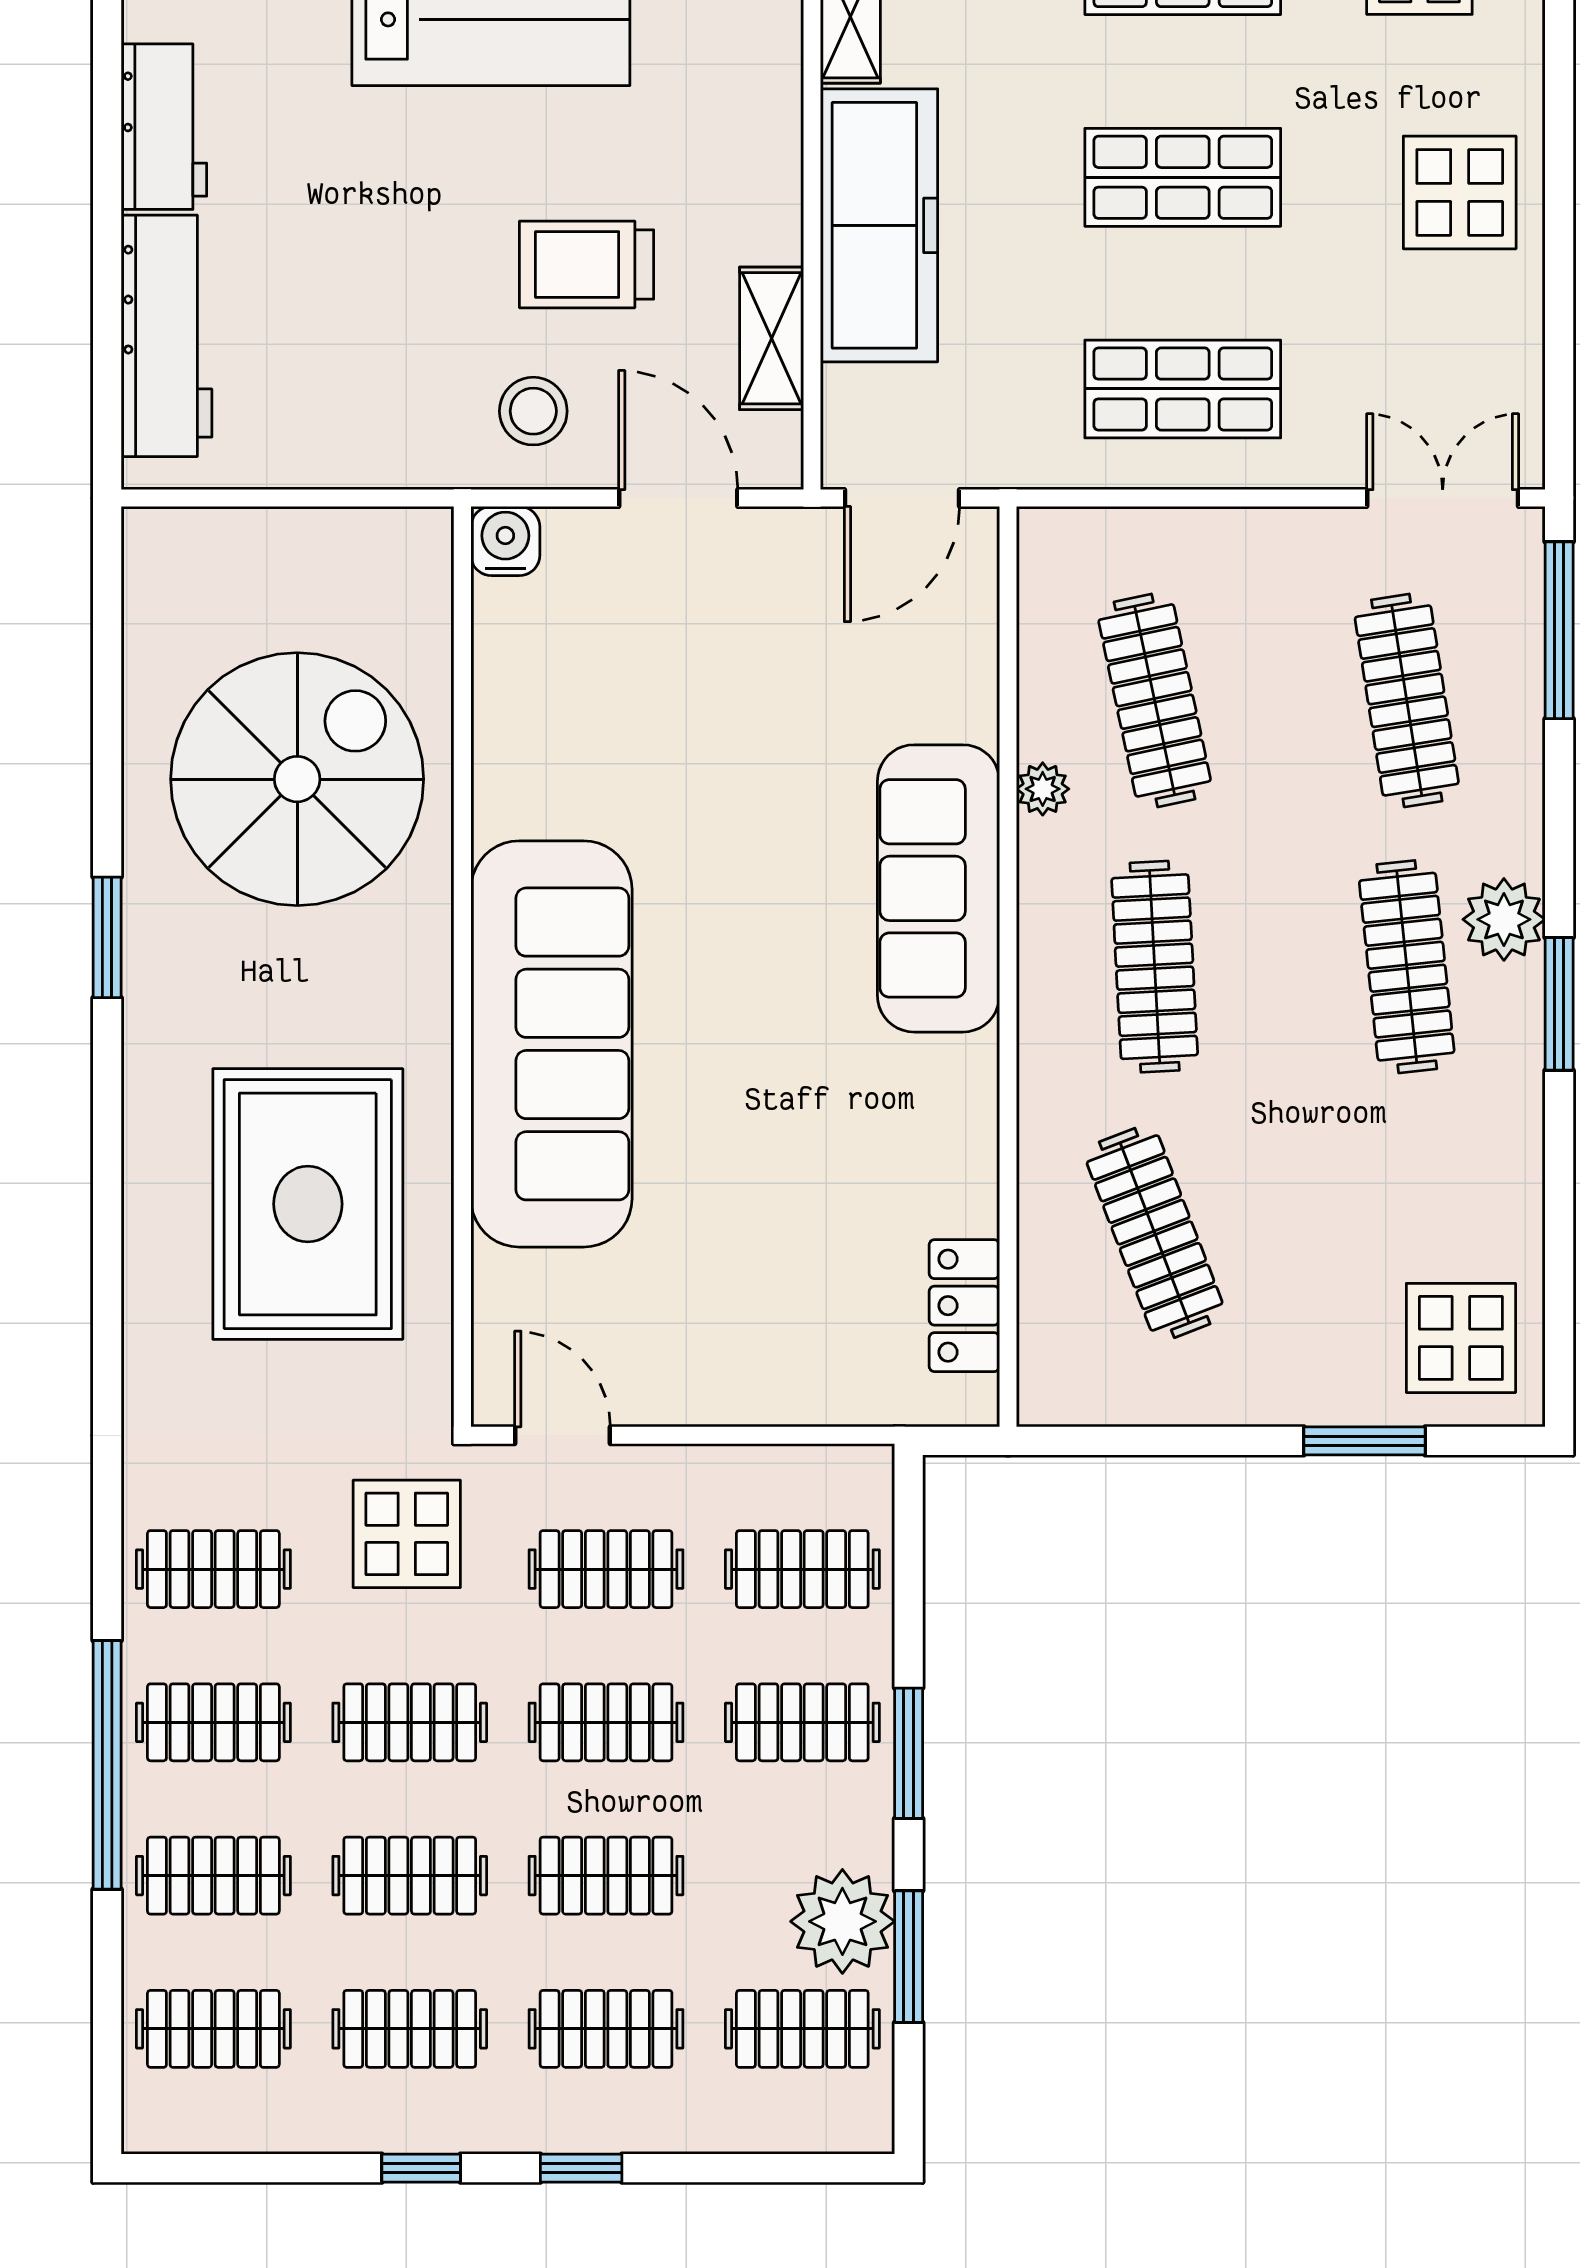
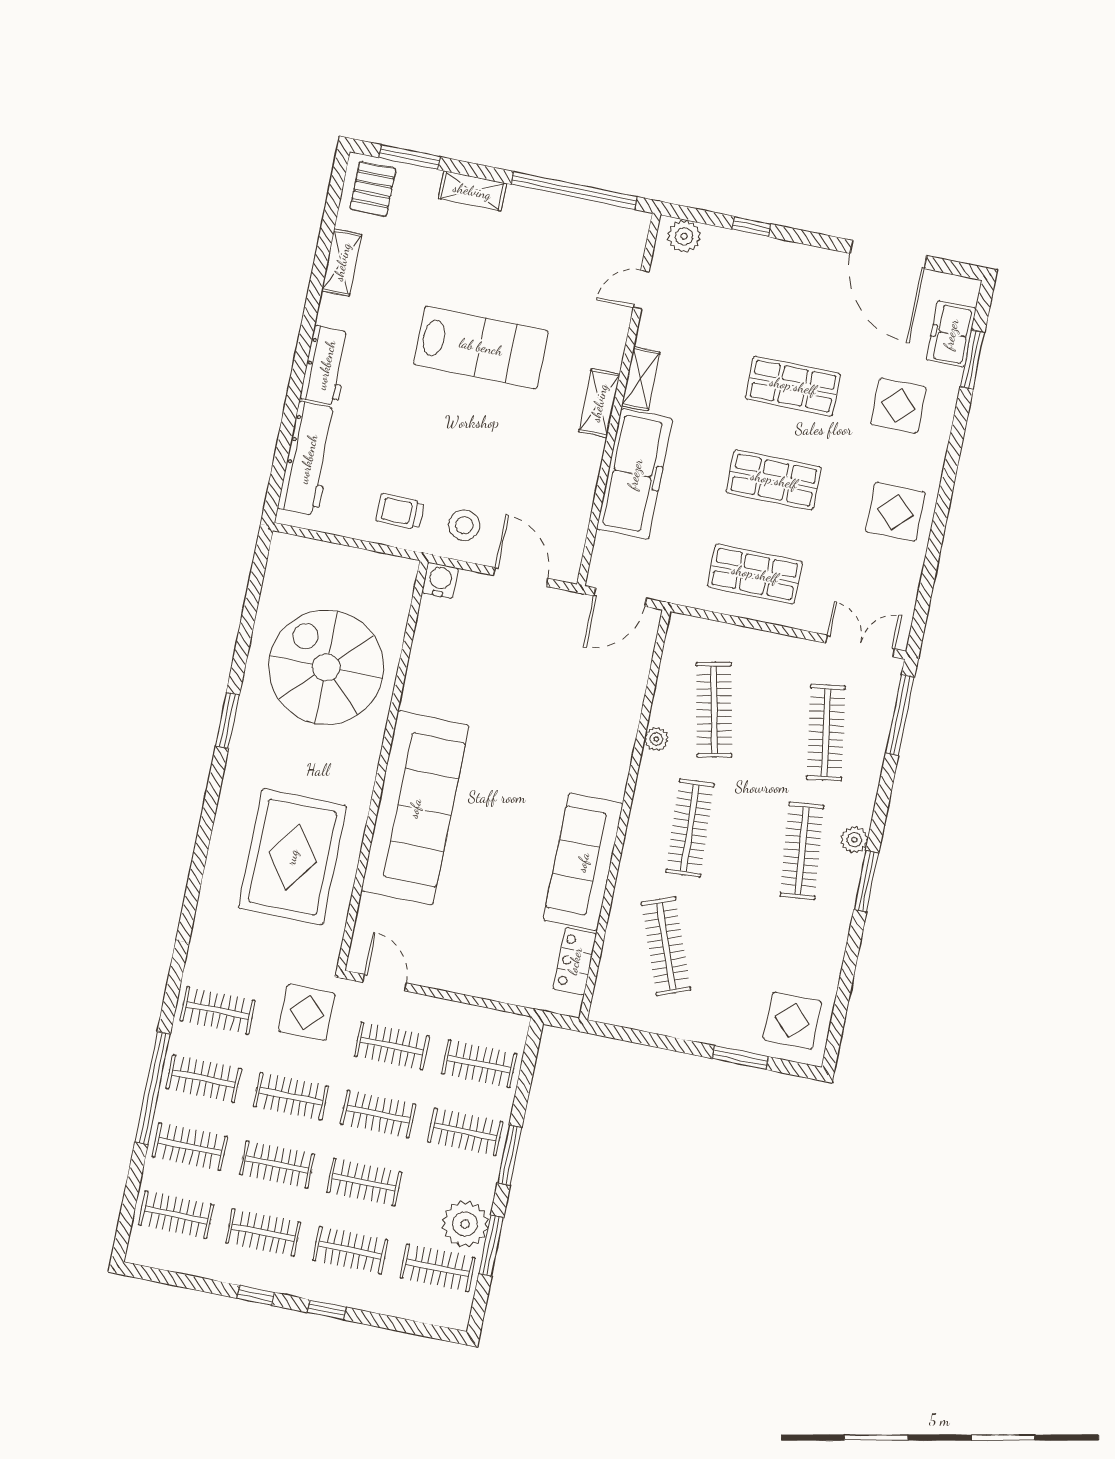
trolley: (587, 264) -> (400, 511), moved, width x0.73, depth x0.72
shelving: (772, 338) -> (599, 403), moved
spiral stairs: (297, 779) -> (326, 667), turned -90
sofa: (938, 888) -> (583, 862), moved
plant: (1504, 919) -> (854, 840), width x0.73, depth x0.73

